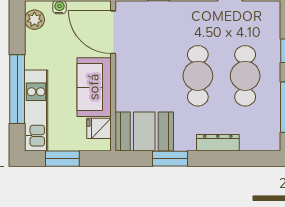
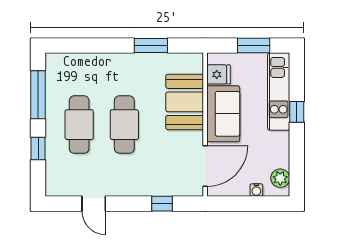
door: (113, 32) -> (205, 166), hinge flipped
window: (17, 89) -> (297, 112), width x0.32
booth: (144, 132) -> (185, 102), moved, turned 90
dresser: (218, 143) -> (105, 61), removed

